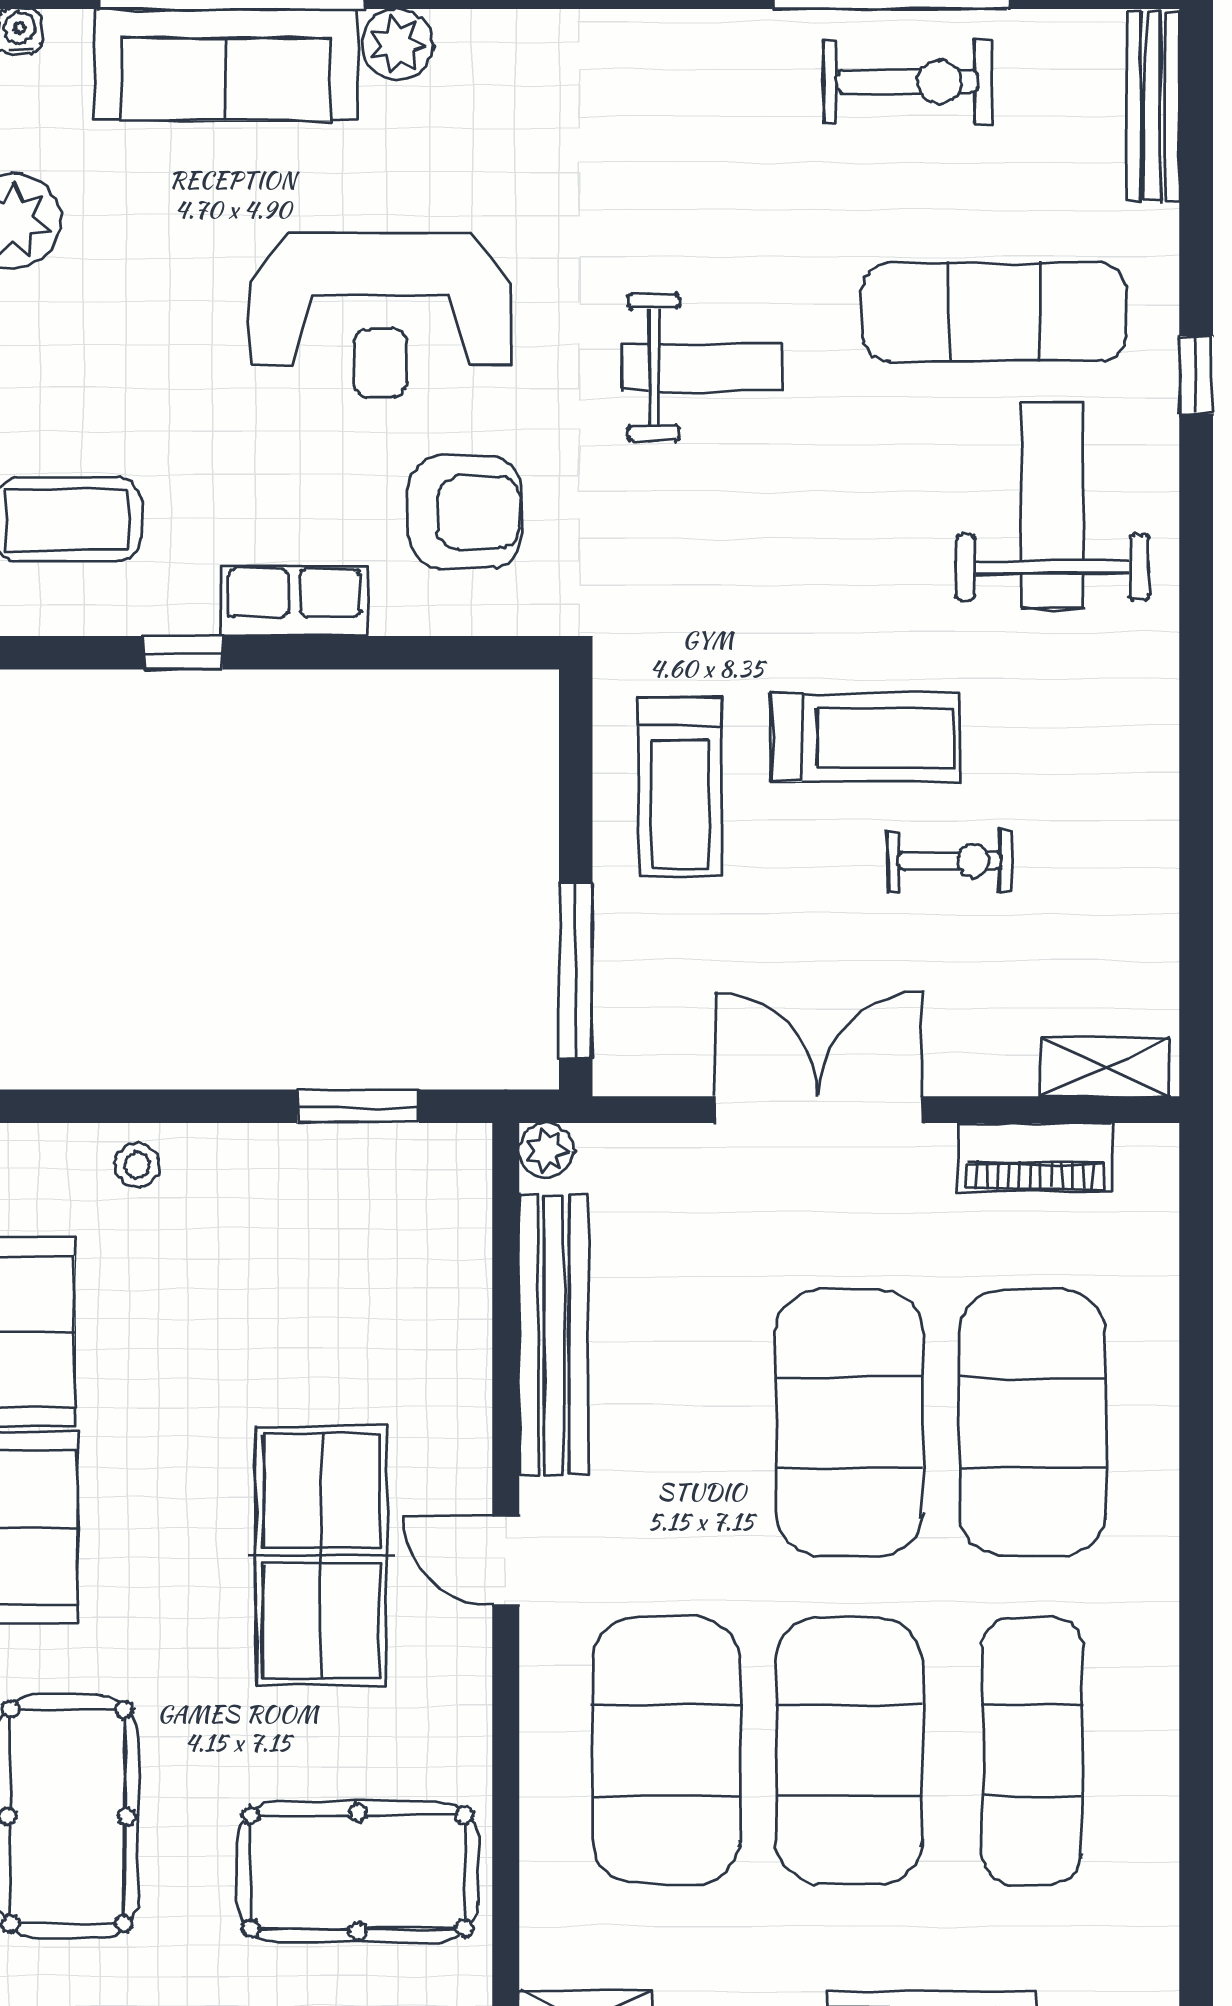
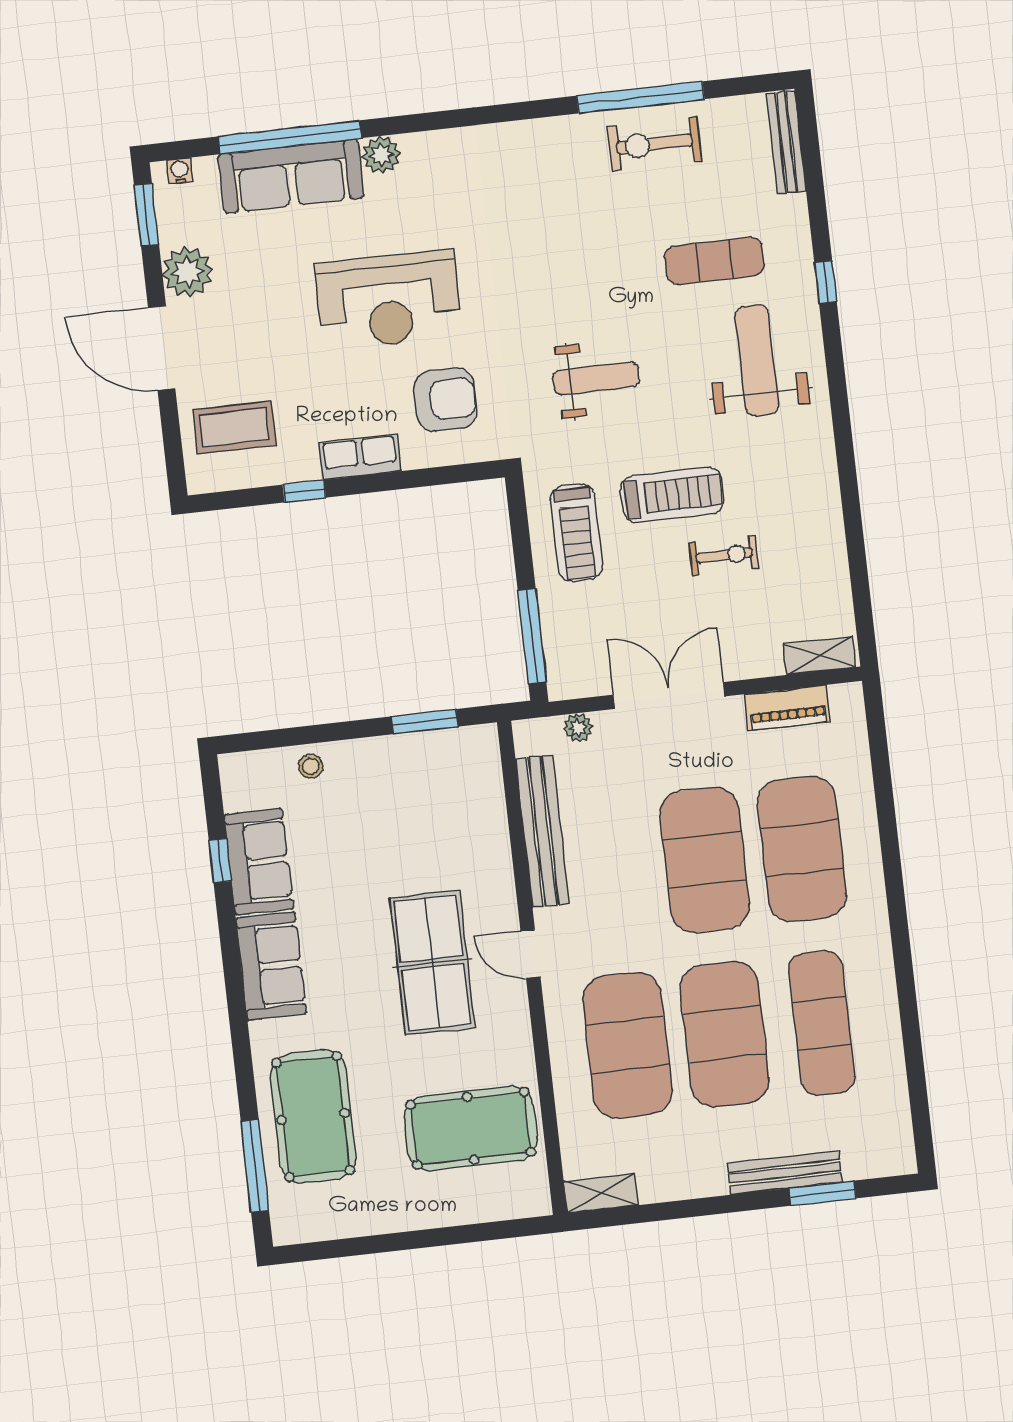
exercise bike: (907, 82) -> (654, 144), turned 180
exercise mat: (994, 312) -> (714, 261), width x0.73, depth x0.69
weight bench: (702, 367) -> (596, 378), moved
plant: (546, 1150) -> (578, 728), moved

